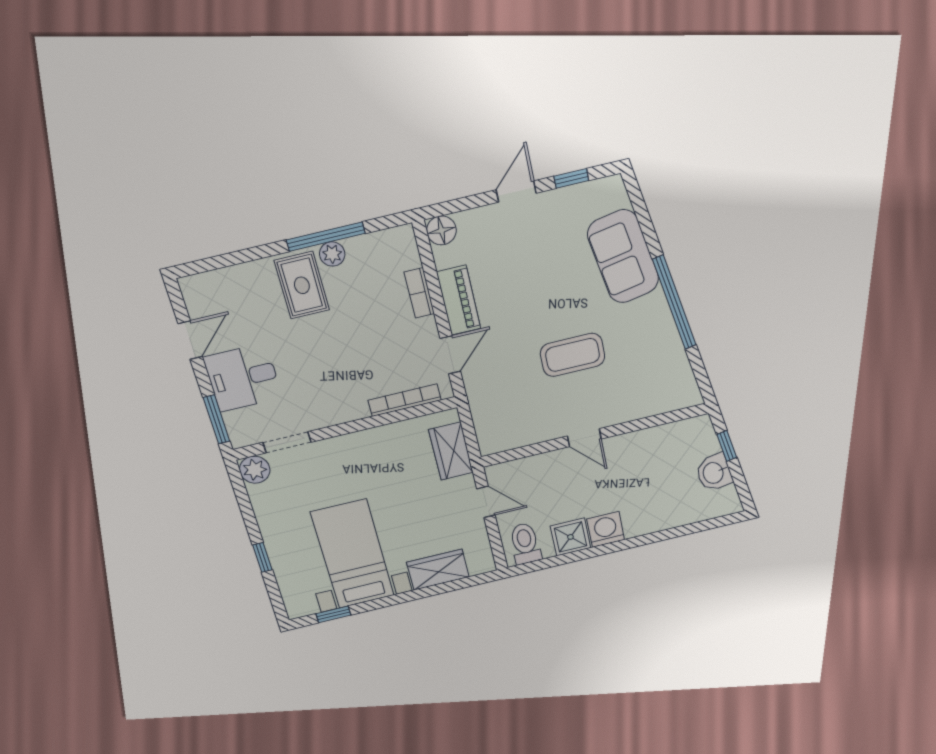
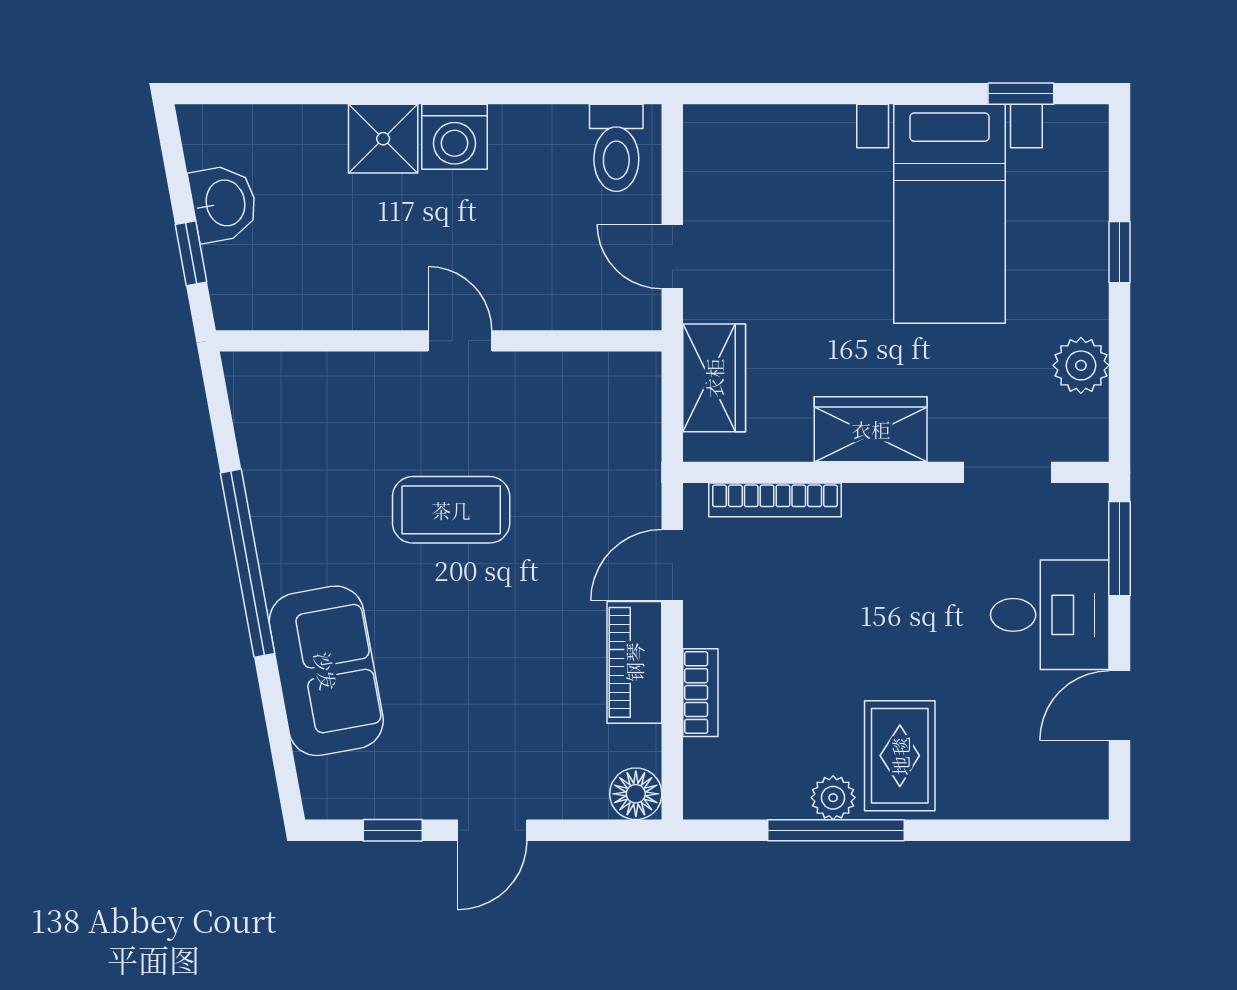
plant: (255, 470) -> (1081, 365), moved
shower: (570, 537) -> (383, 139), moved
wardrobe: (438, 570) -> (871, 429), moved, turned 180

